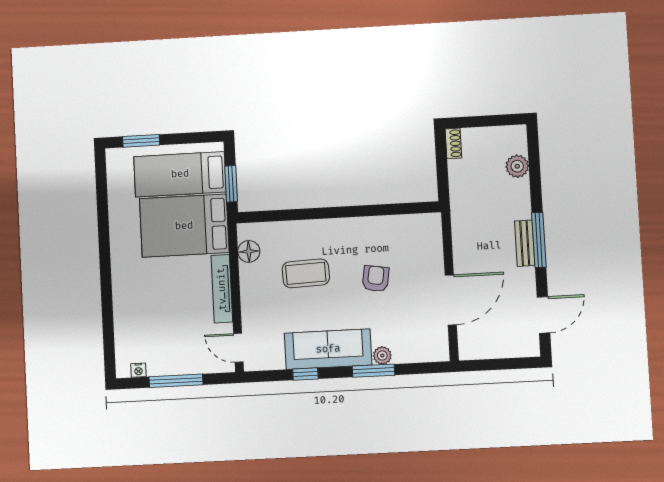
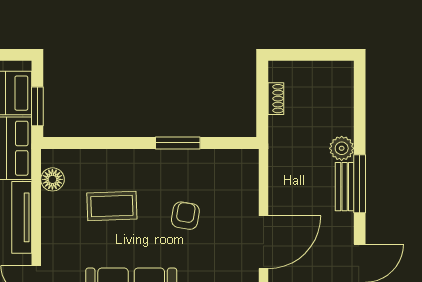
shoe rack: (453, 143) -> (276, 99), moved
plant: (517, 166) -> (342, 148), moved
window: (365, 211) -> (178, 143), added

